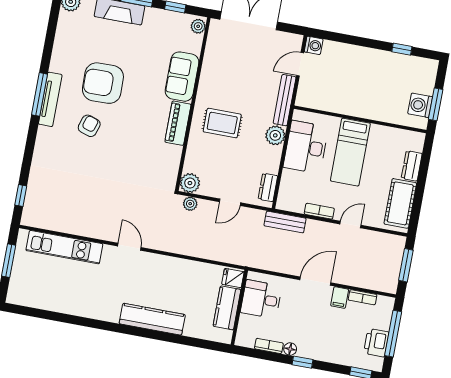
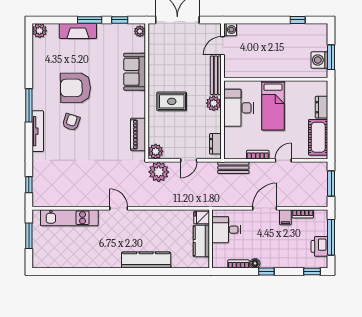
tv unit: (50, 99) -> (38, 131), moved
piano: (178, 123) -> (138, 134), moved
plant: (190, 204) -> (159, 172), width x1.88, depth x1.88

